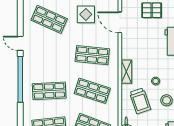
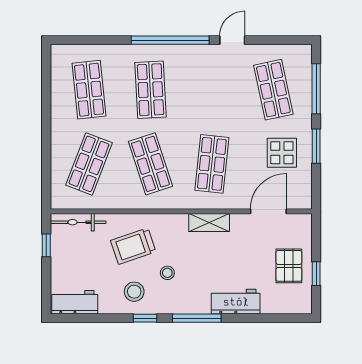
shop shelf: (49, 19) -> (273, 90), turned -36
shelving: (126, 72) -> (209, 223), moved
shop shelf: (92, 91) -> (150, 164), turned -36

